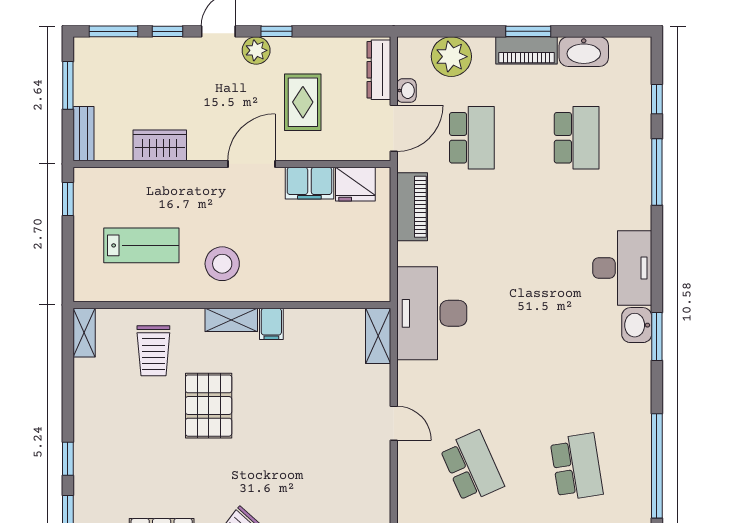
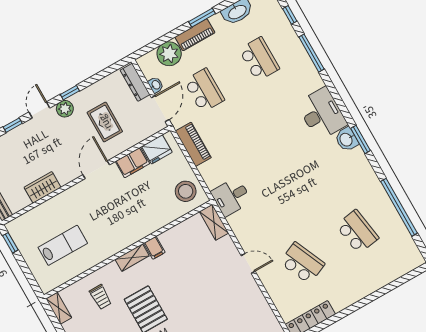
piano: (526, 50) -> (195, 35), moved
stool: (222, 264) -> (186, 191), moved
desk: (432, 313) -> (231, 197), width x0.53, depth x0.77
trolley: (153, 351) -> (101, 297), width x0.73, depth x0.72

